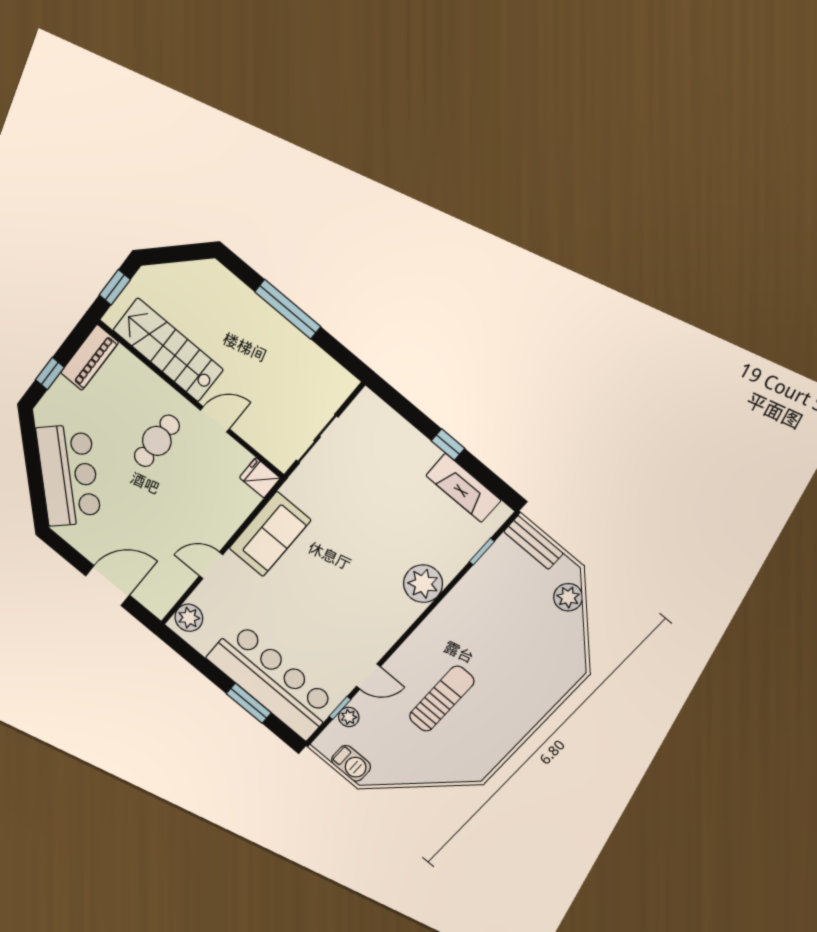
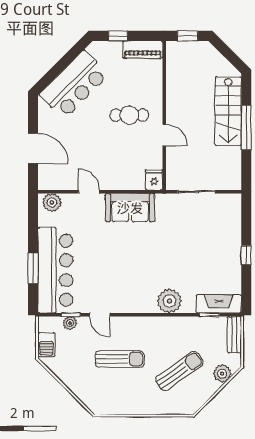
stairs: (168, 350) -> (228, 111), moved, turned 180
fireplace: (463, 488) -> (219, 304), moved, turned 90
sun lounger: (519, 644) -> (179, 371), added

